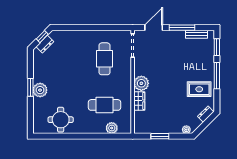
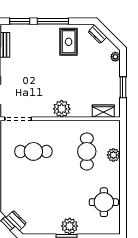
wardrobe: (139, 101) -> (103, 111), moved
plant: (112, 128) -> (113, 155), moved

